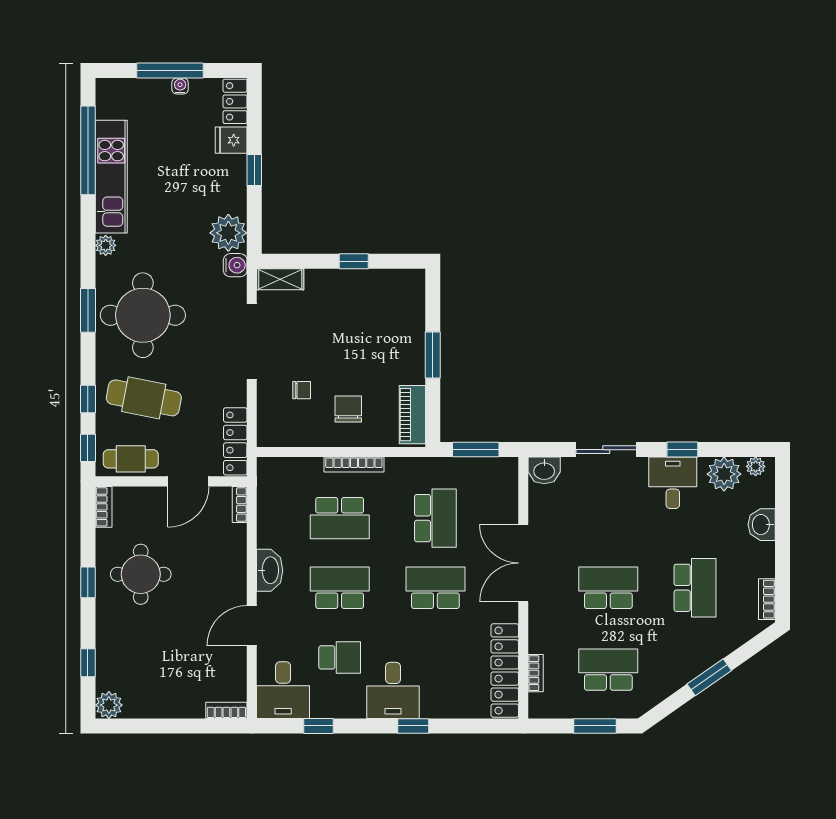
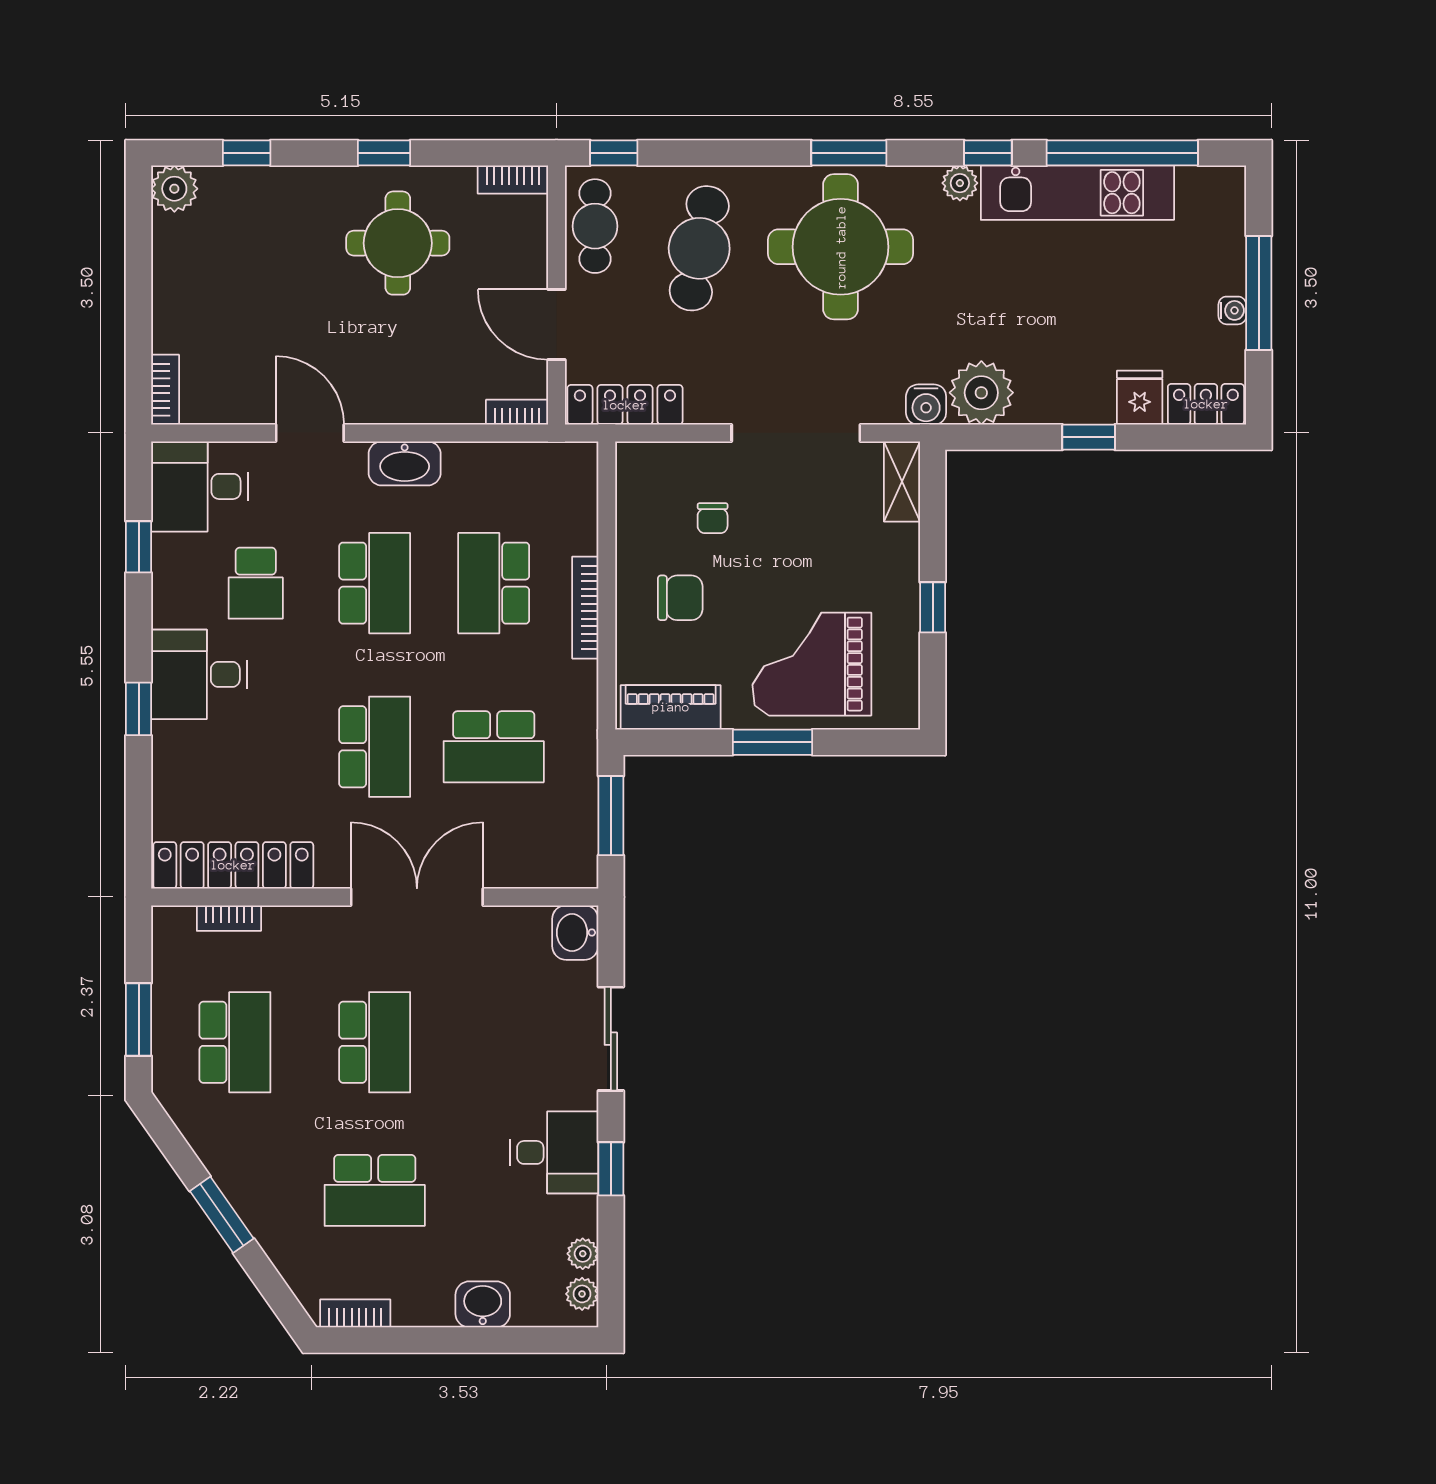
grand piano: (387, 332) -> (812, 664), added
window: (88, 399) -> (988, 153), moved
plant: (724, 474) -> (583, 1254), width x0.53, depth x0.53

